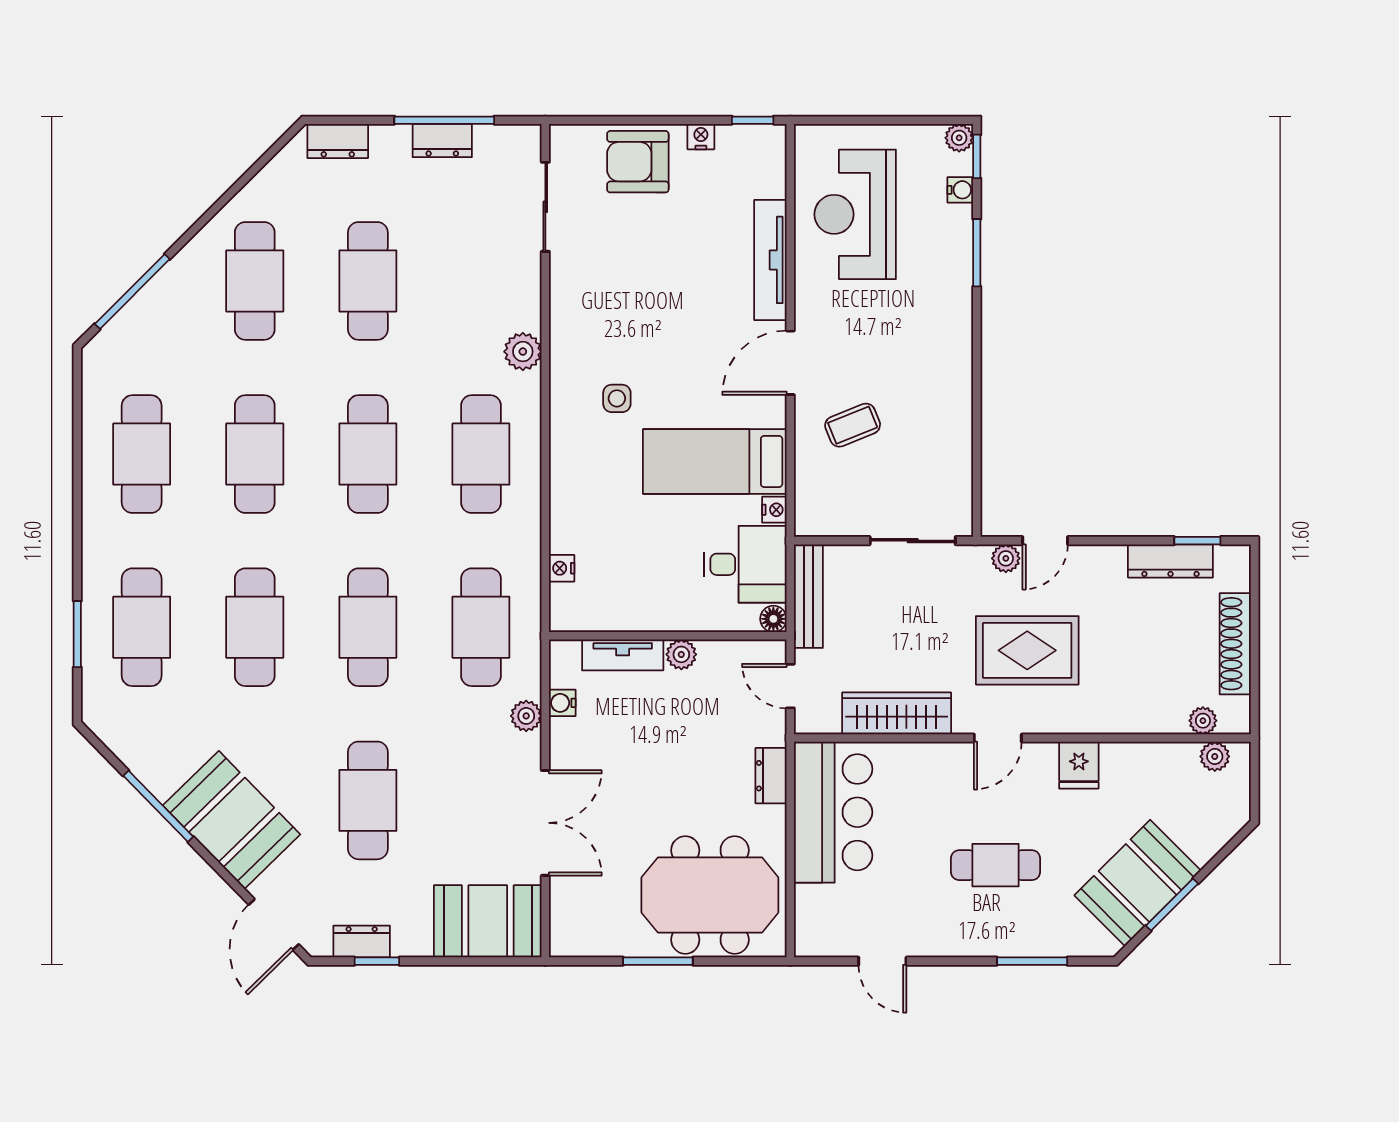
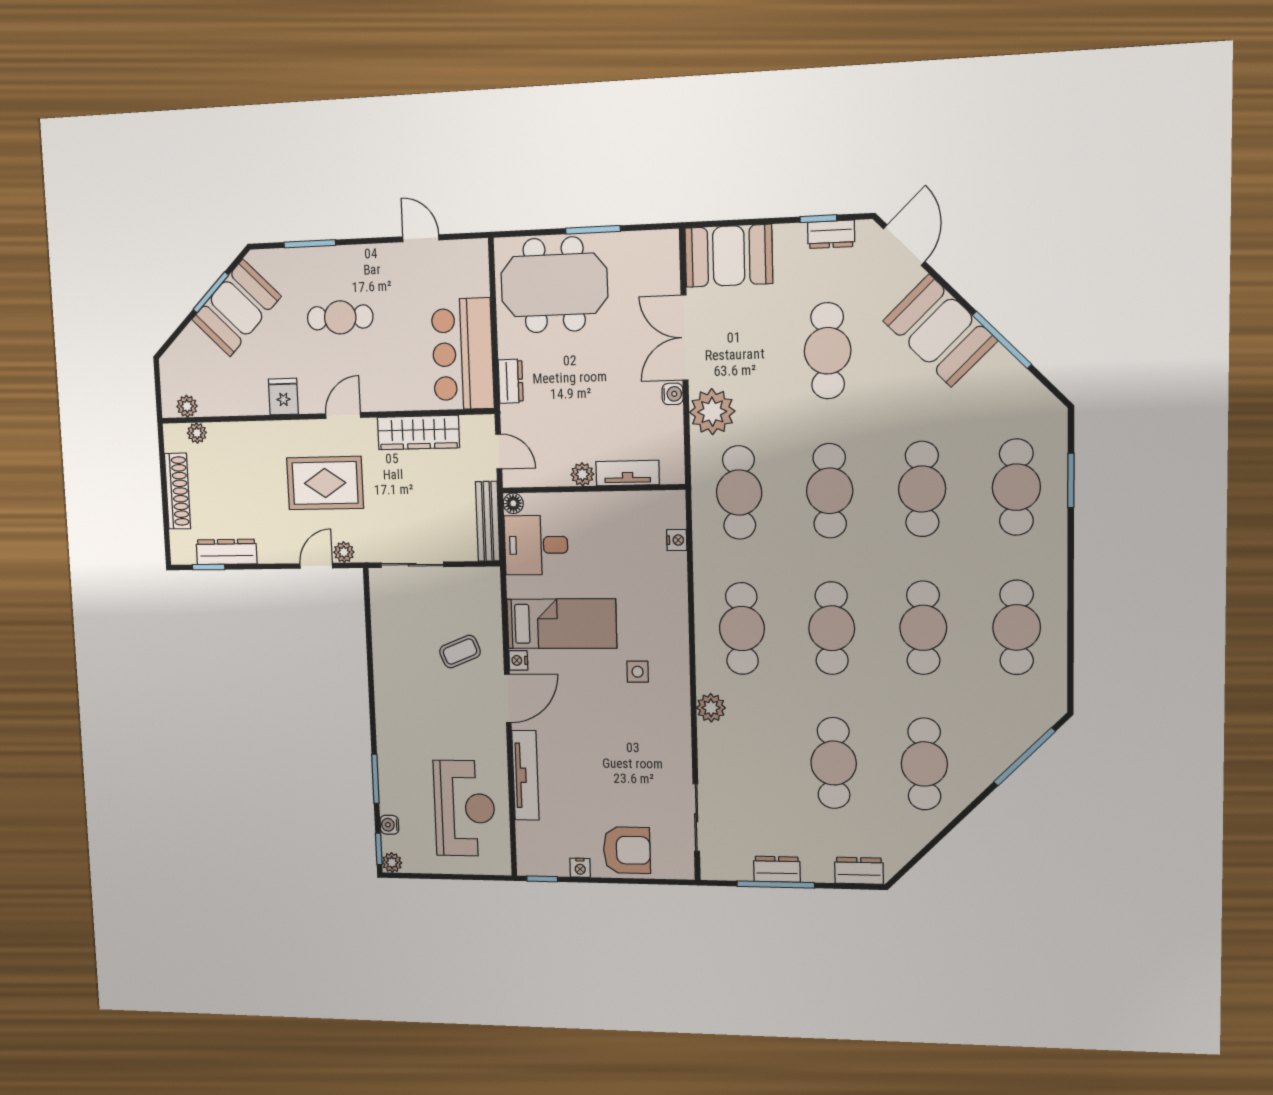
nightstand: (774, 510) -> (518, 660), moved
water cooler: (562, 703) -> (673, 394), moved
plant: (526, 716) -> (712, 412), width x1.88, depth x1.88

